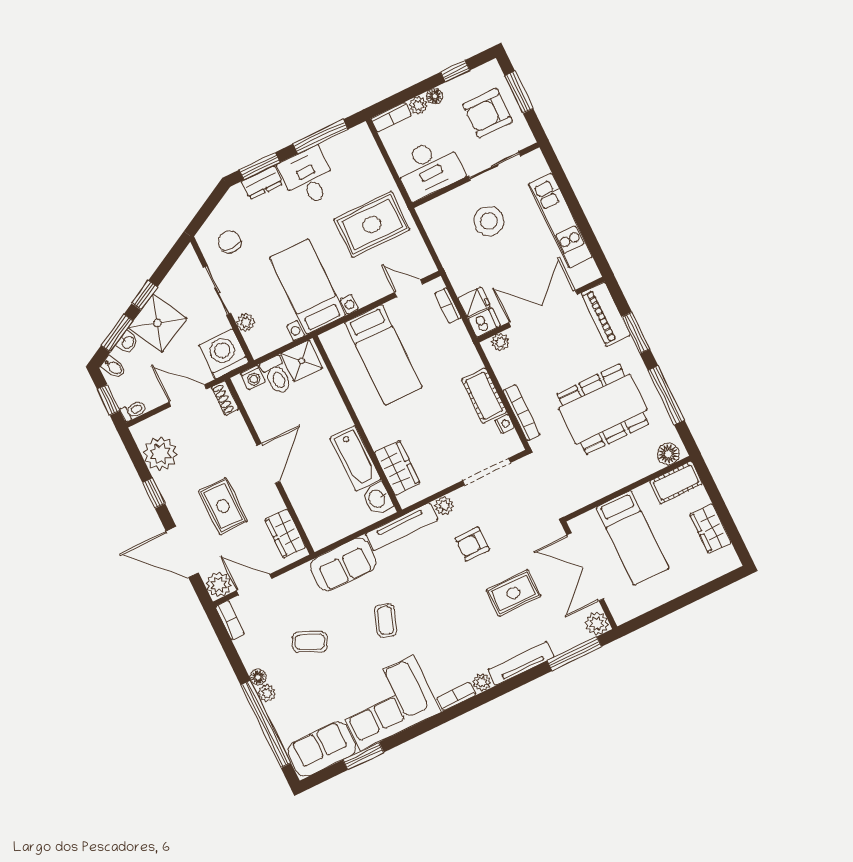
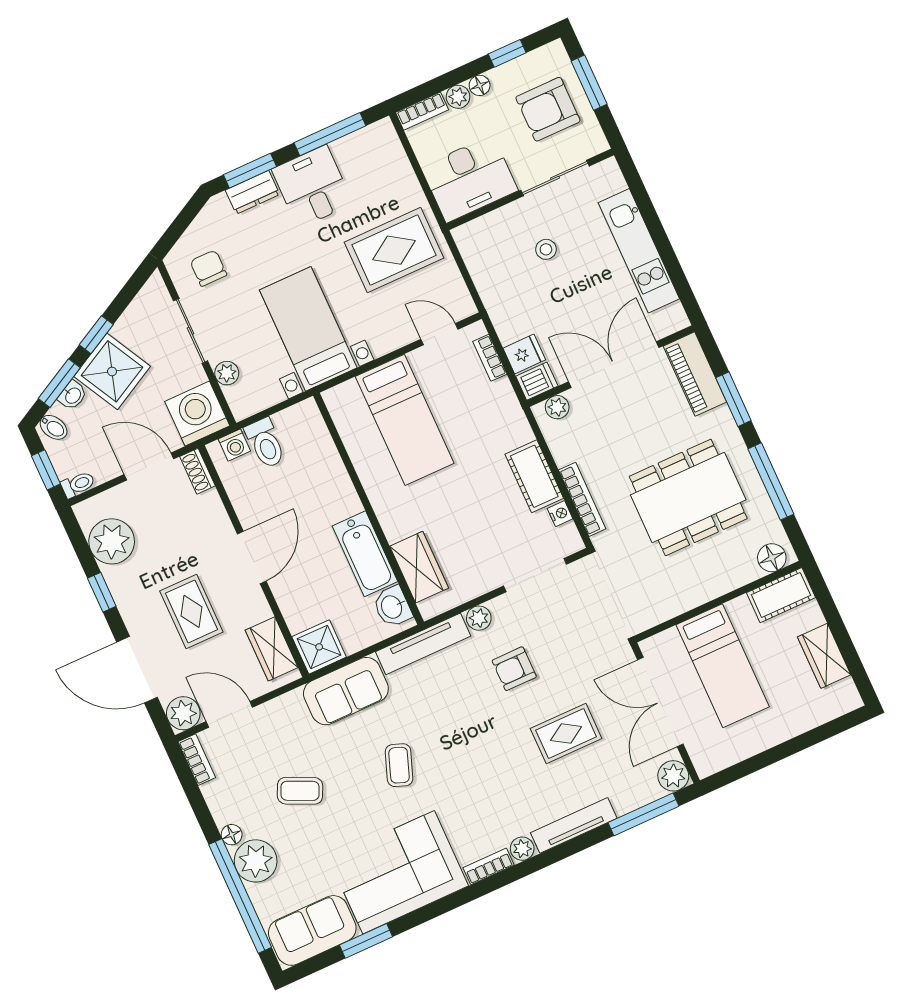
stool: (489, 221) -> (546, 249), width x0.53, depth x0.53
shower: (301, 361) -> (319, 647), moved
plant: (267, 693) -> (256, 861), width x1.88, depth x1.88

